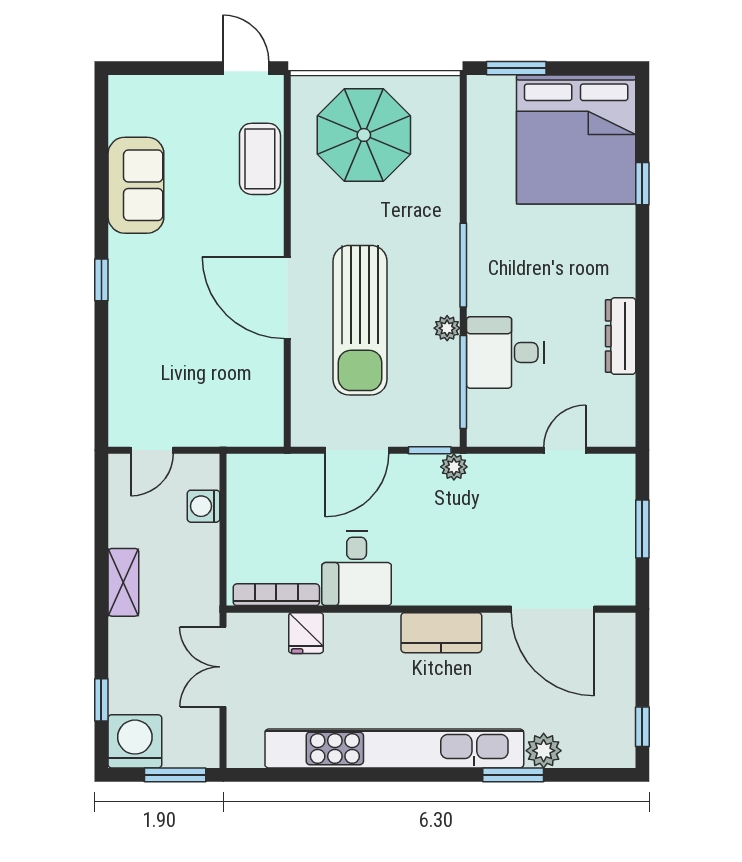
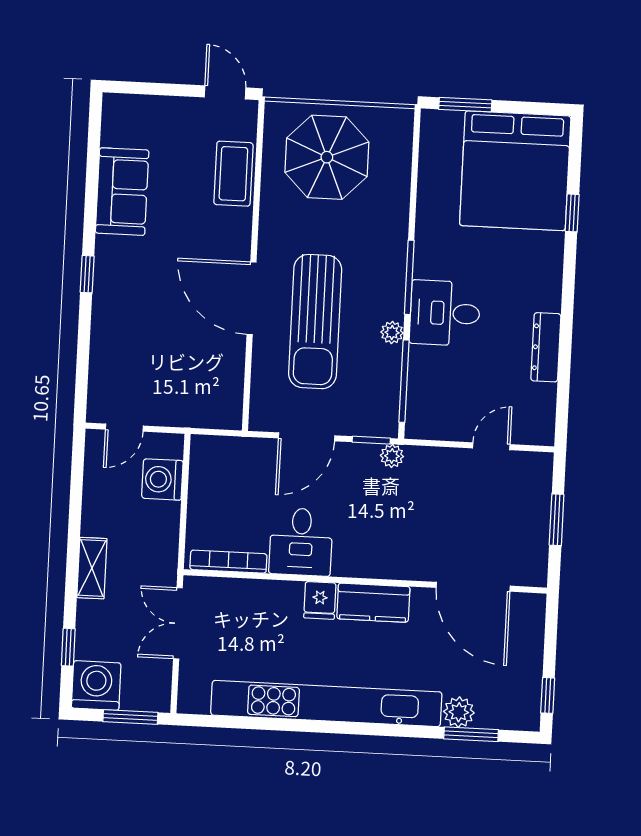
desk: (505, 352) -> (445, 313), moved
washing machine: (204, 506) -> (162, 479), width x1.38, depth x1.38
shelving: (123, 582) -> (92, 568), moved
fridge: (306, 633) -> (320, 600), moved
window: (513, 775) -> (471, 734), moved

